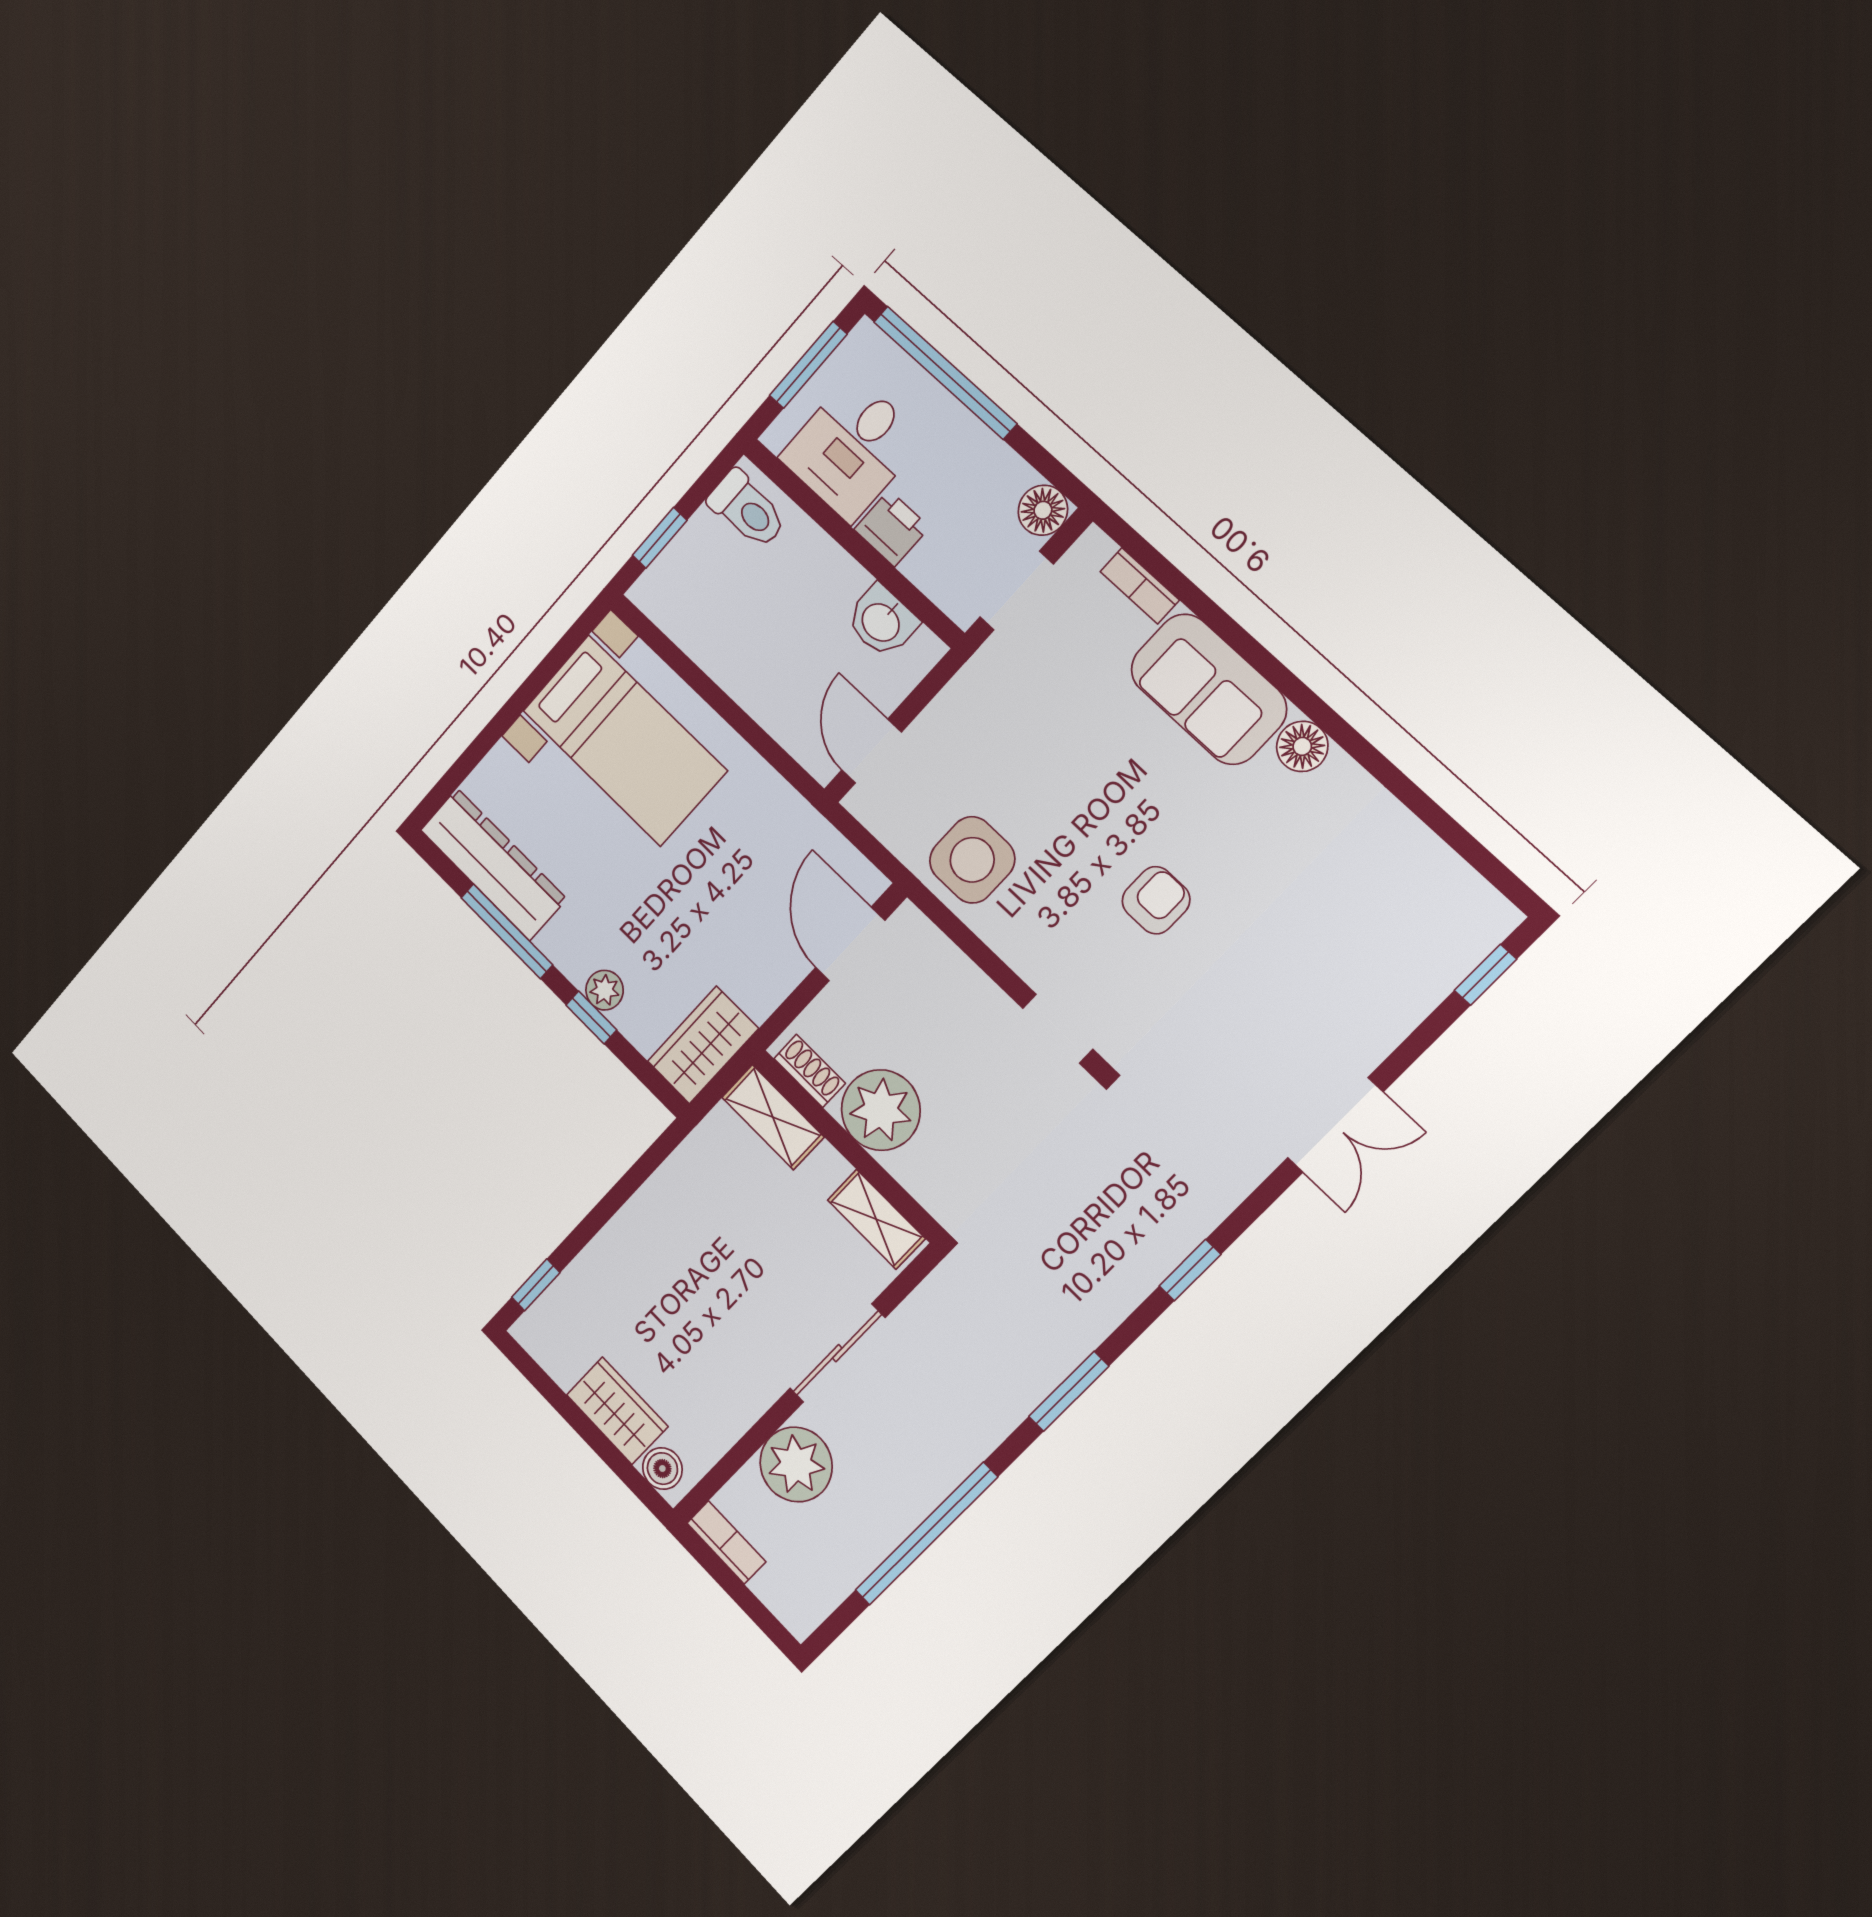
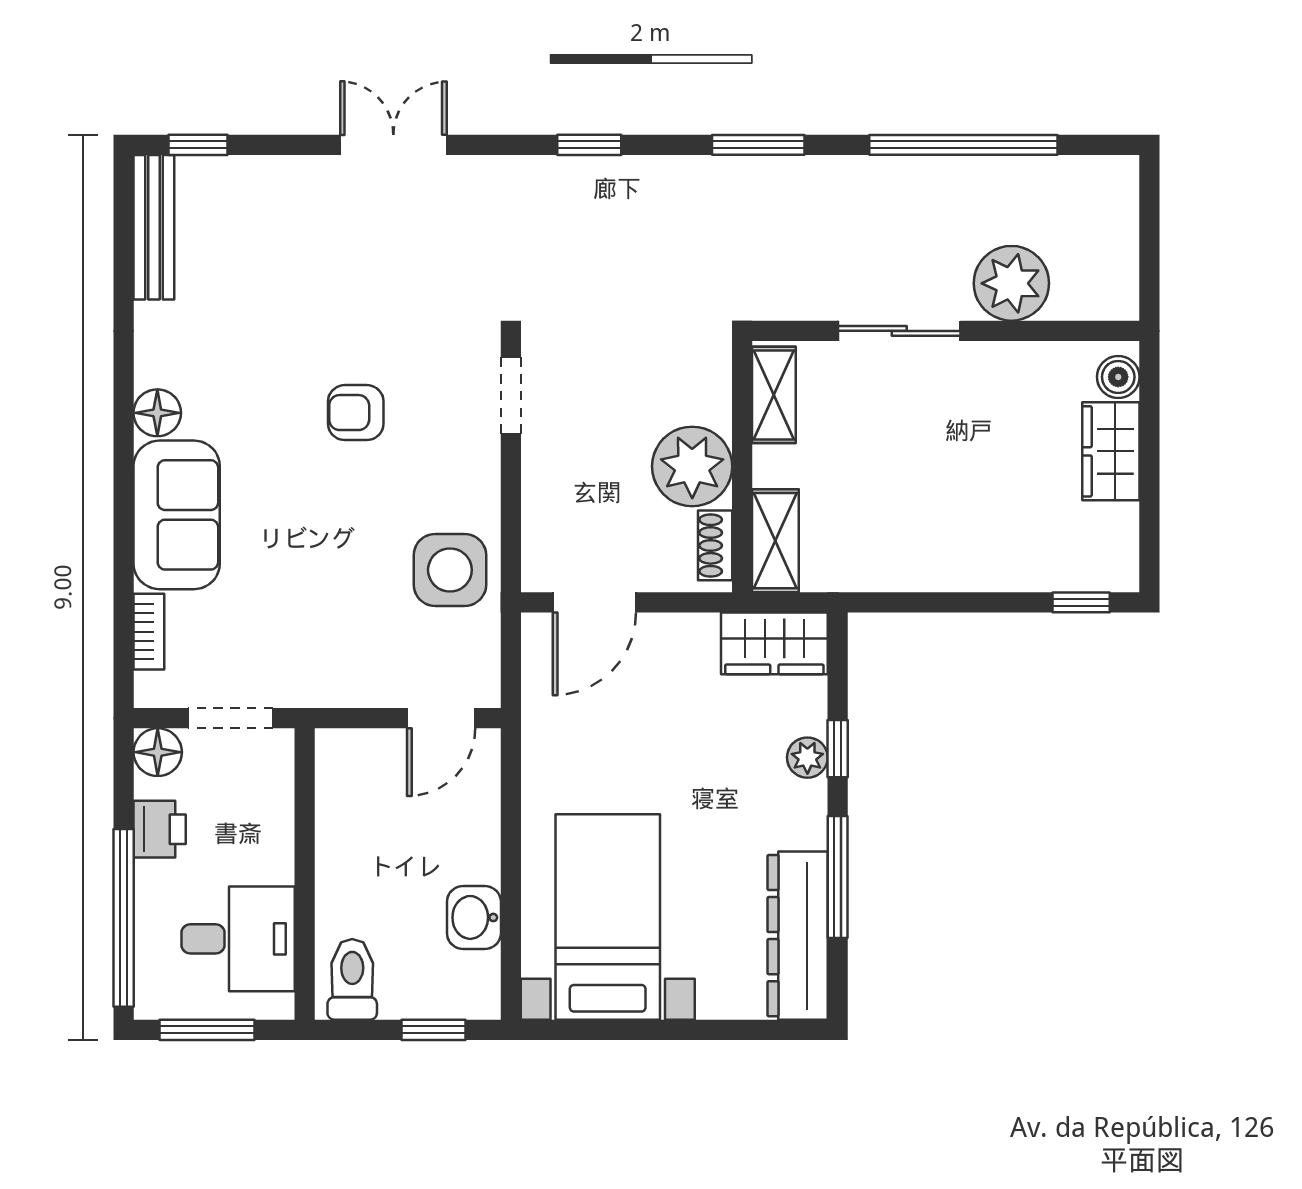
printer: (892, 528) -> (160, 829), moved, turned 180
washbasin: (882, 621) -> (474, 917), moved, turned 180
bench: (1453, 879) -> (154, 227), added
bookcase: (726, 1542) -> (1123, 279), removed

